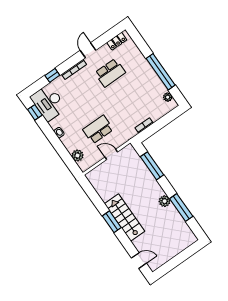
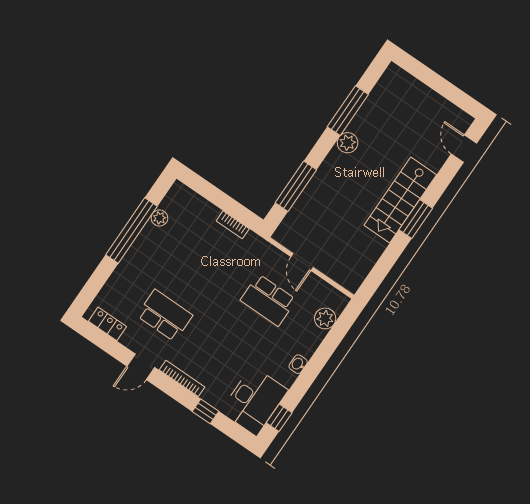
plant: (168, 97) -> (159, 218), moved

